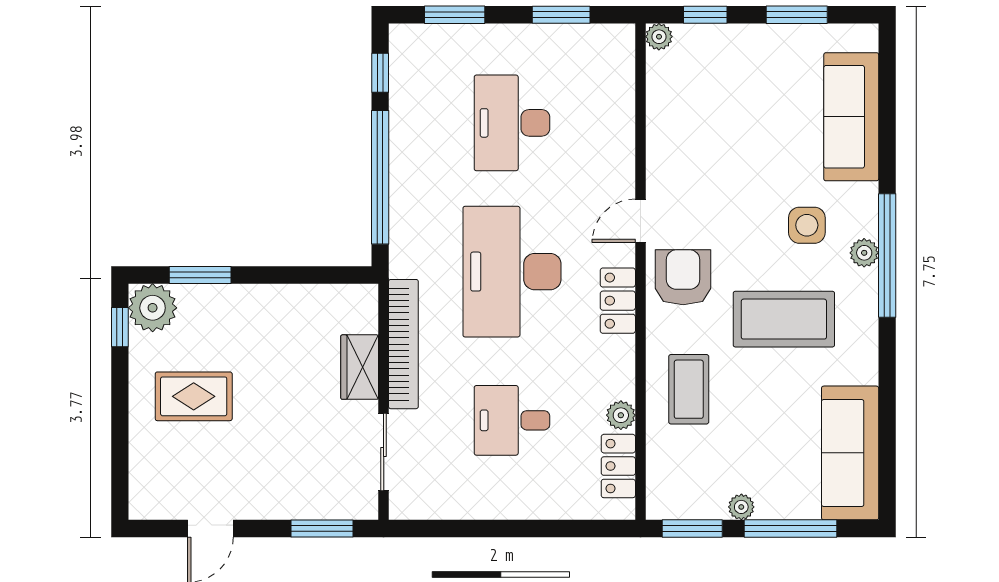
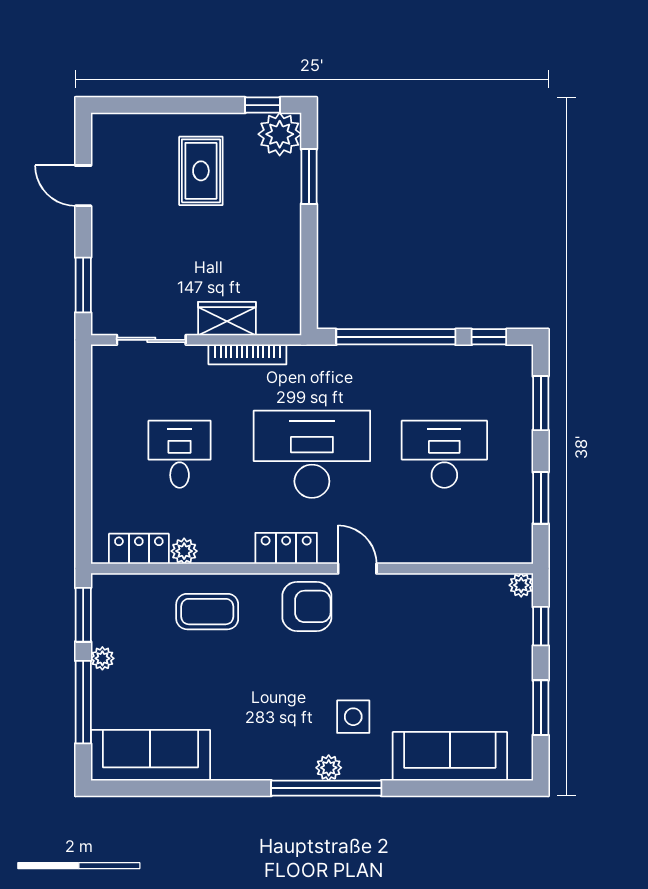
coffee table: (784, 319) -> (270, 696), removed
bookcase: (403, 344) -> (247, 354), width x0.68, depth x0.76

